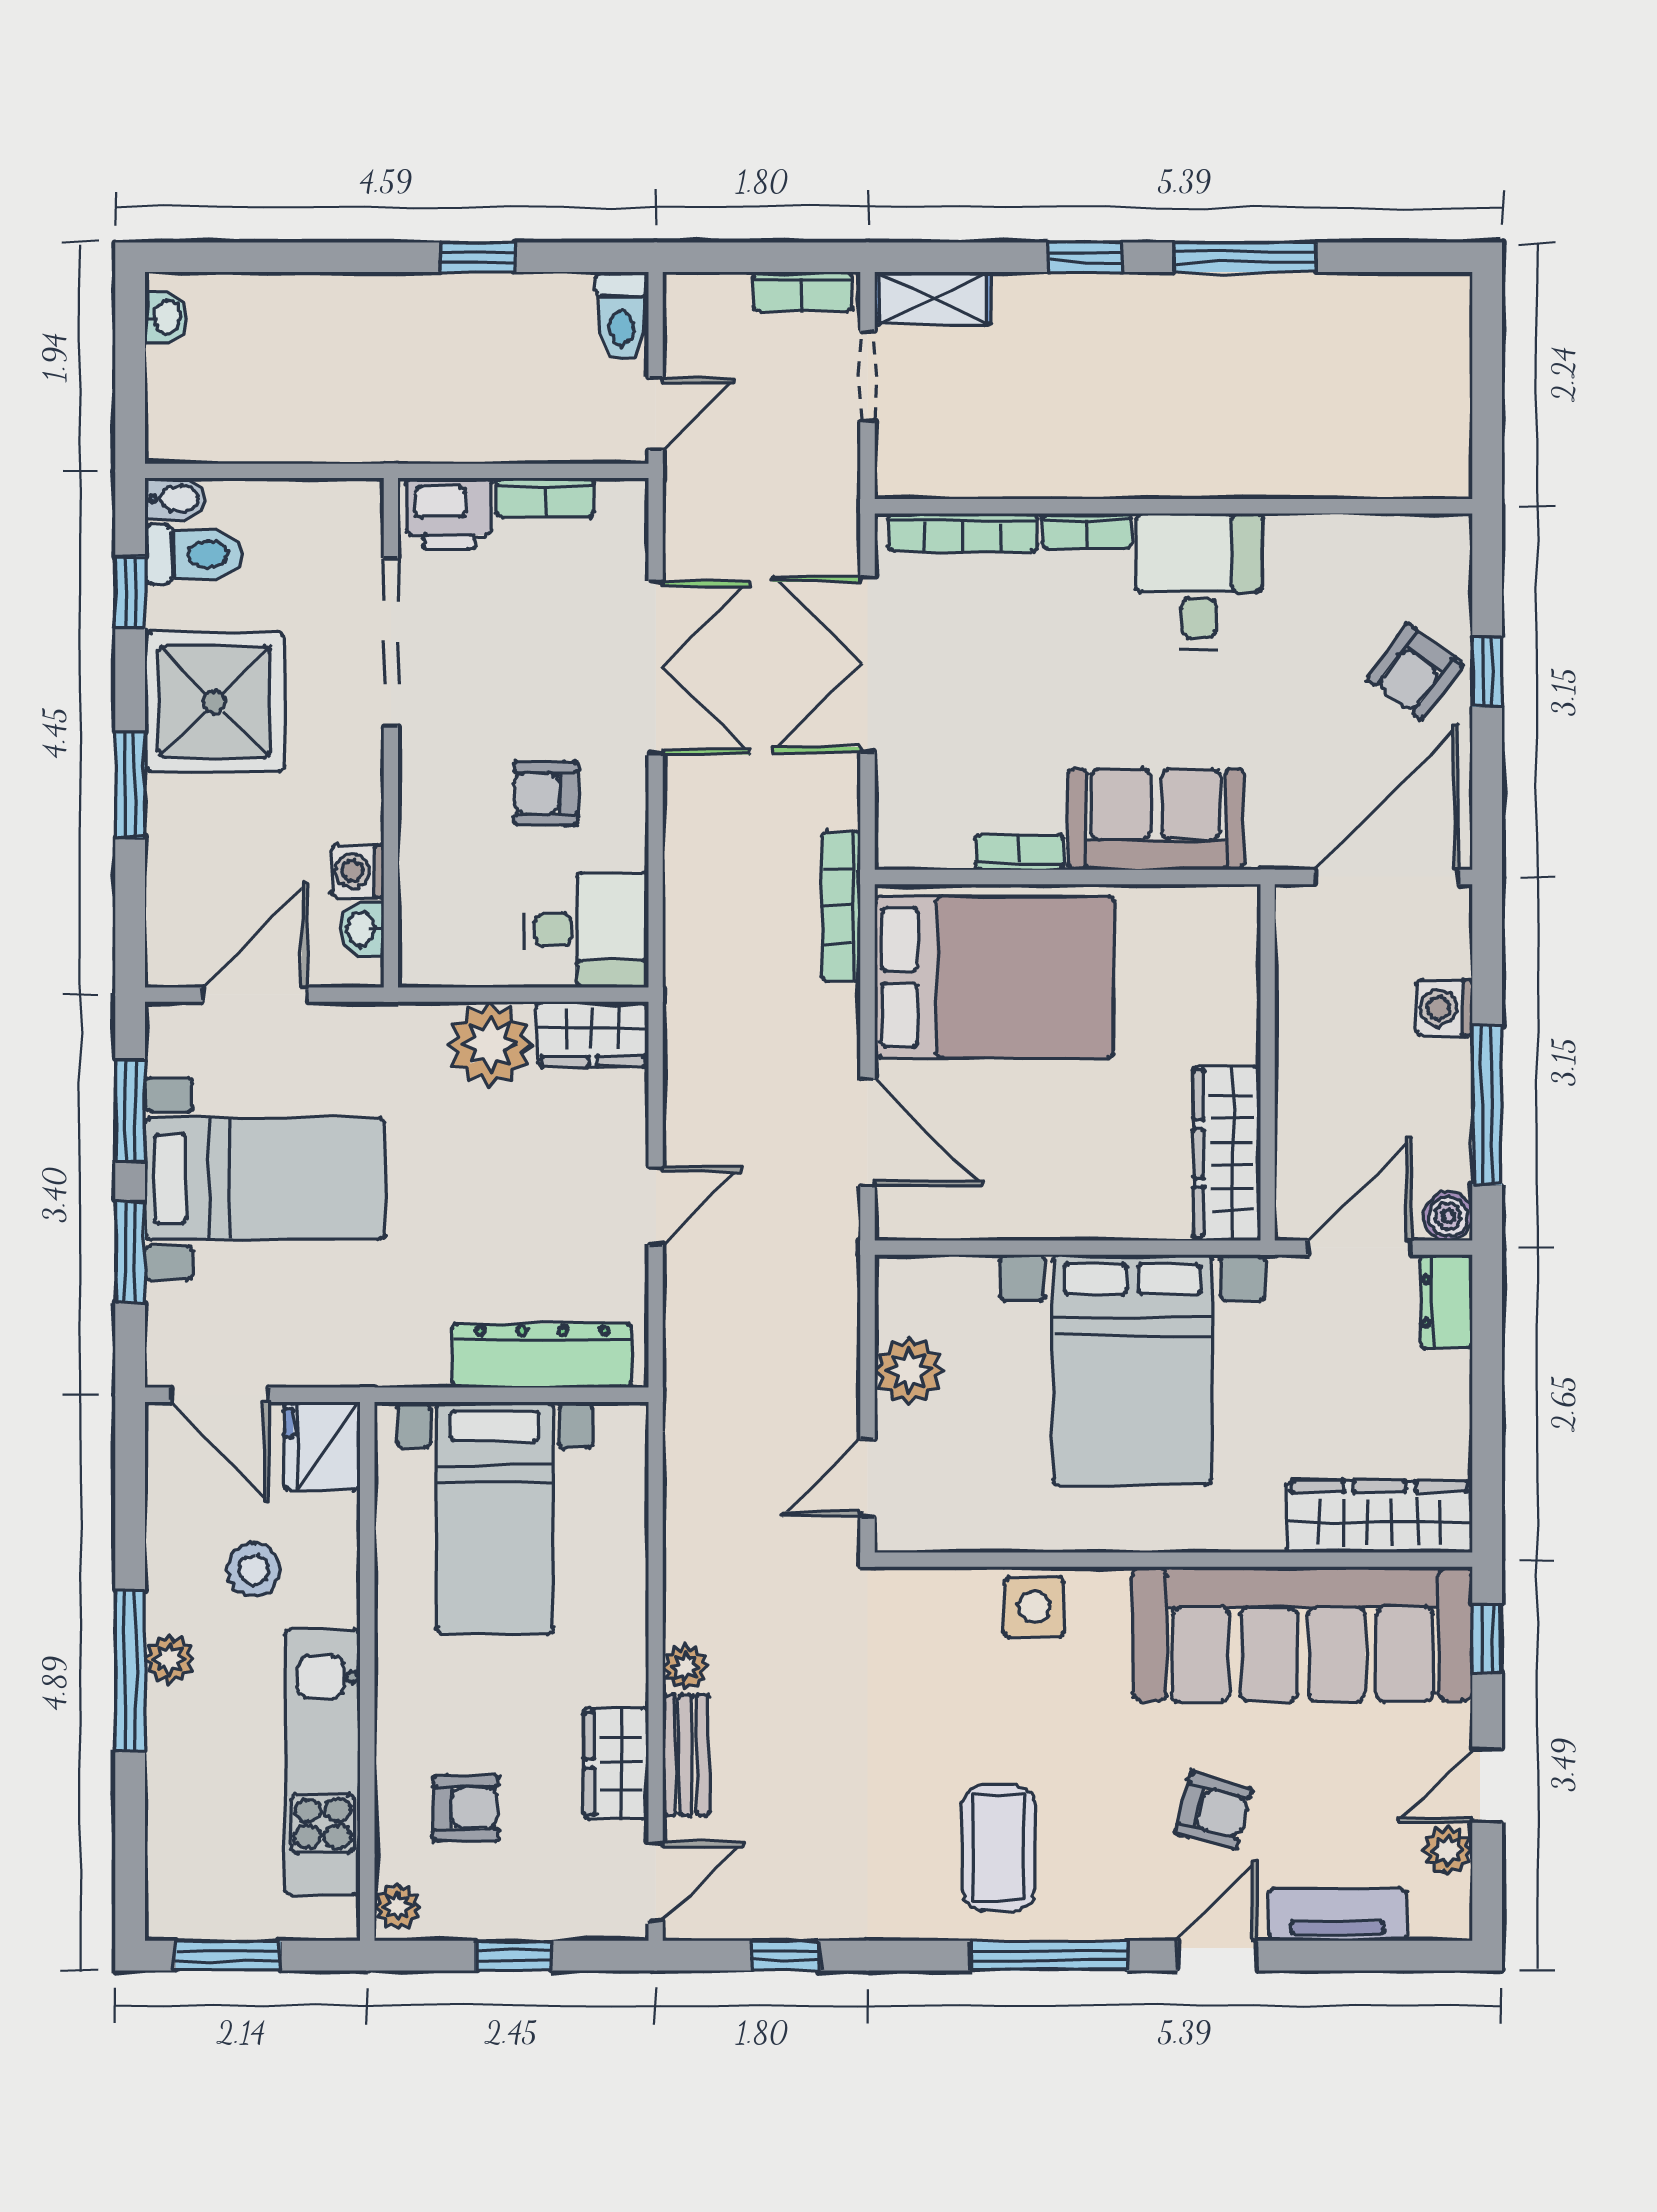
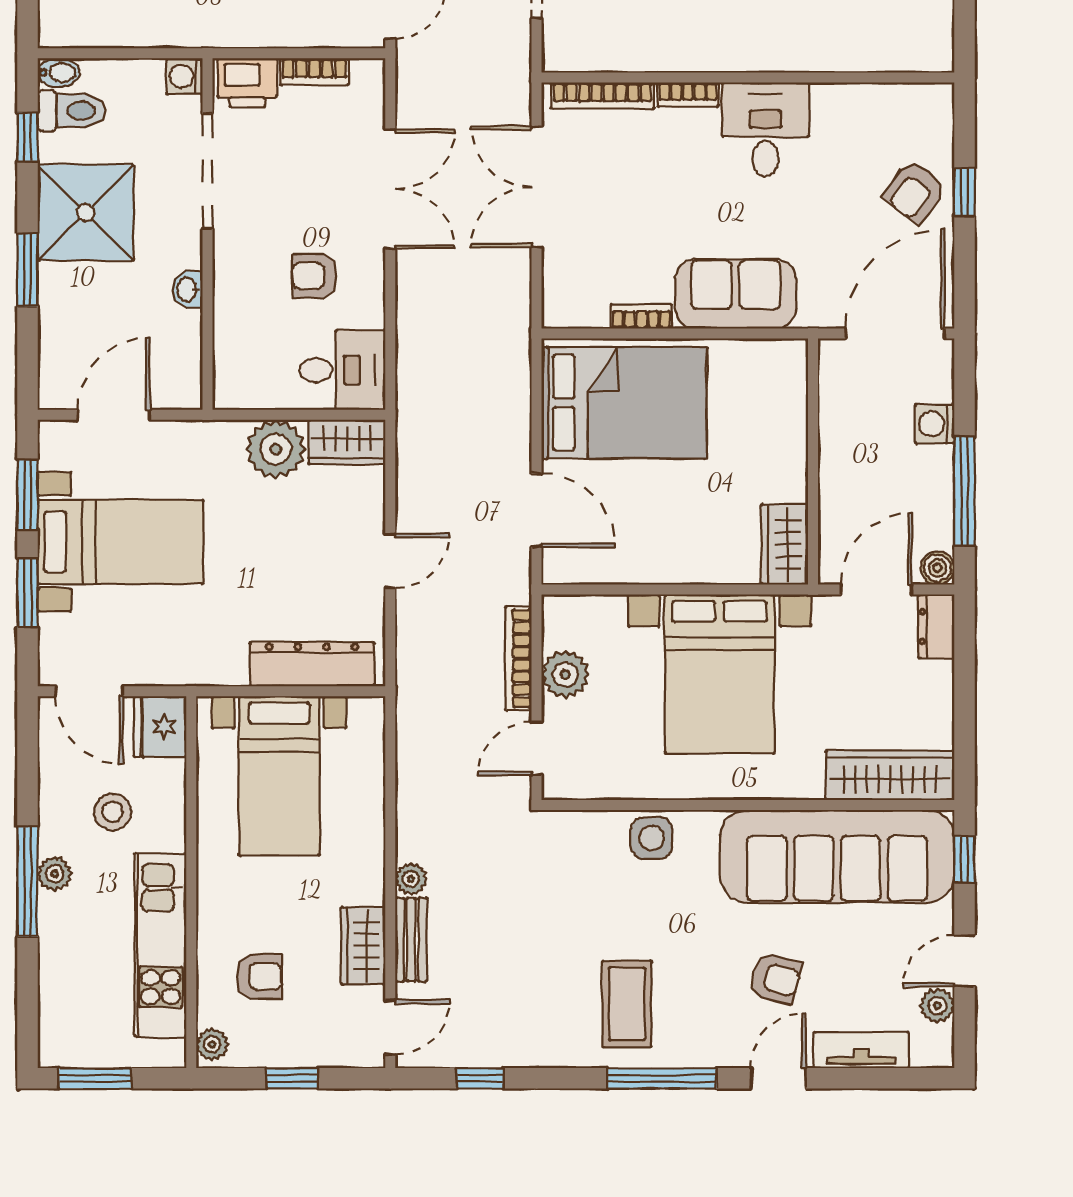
washing machine: (357, 871) -> (184, 76), moved
bookcase: (841, 906) -> (518, 659), moved
washbasin: (362, 929) -> (188, 290), moved
wardrobe: (1227, 1153) -> (785, 544), width x0.67

